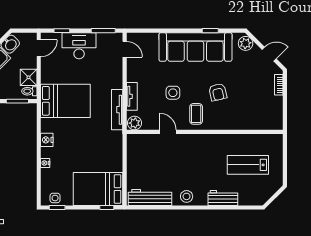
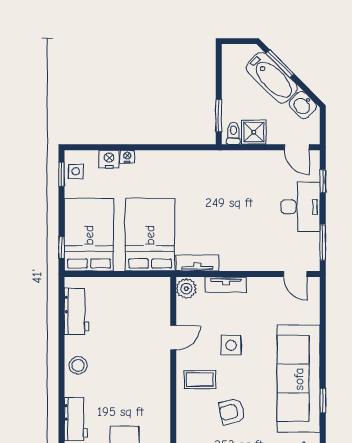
door: (125, 49) -> (295, 274), hinge flipped
bed: (65, 101) -> (150, 235), moved, turned 180
tv unit: (117, 110) -> (197, 263), width x0.71
nightstand: (47, 140) -> (109, 159), moved
workbench: (150, 198) -> (76, 311), width x0.73

